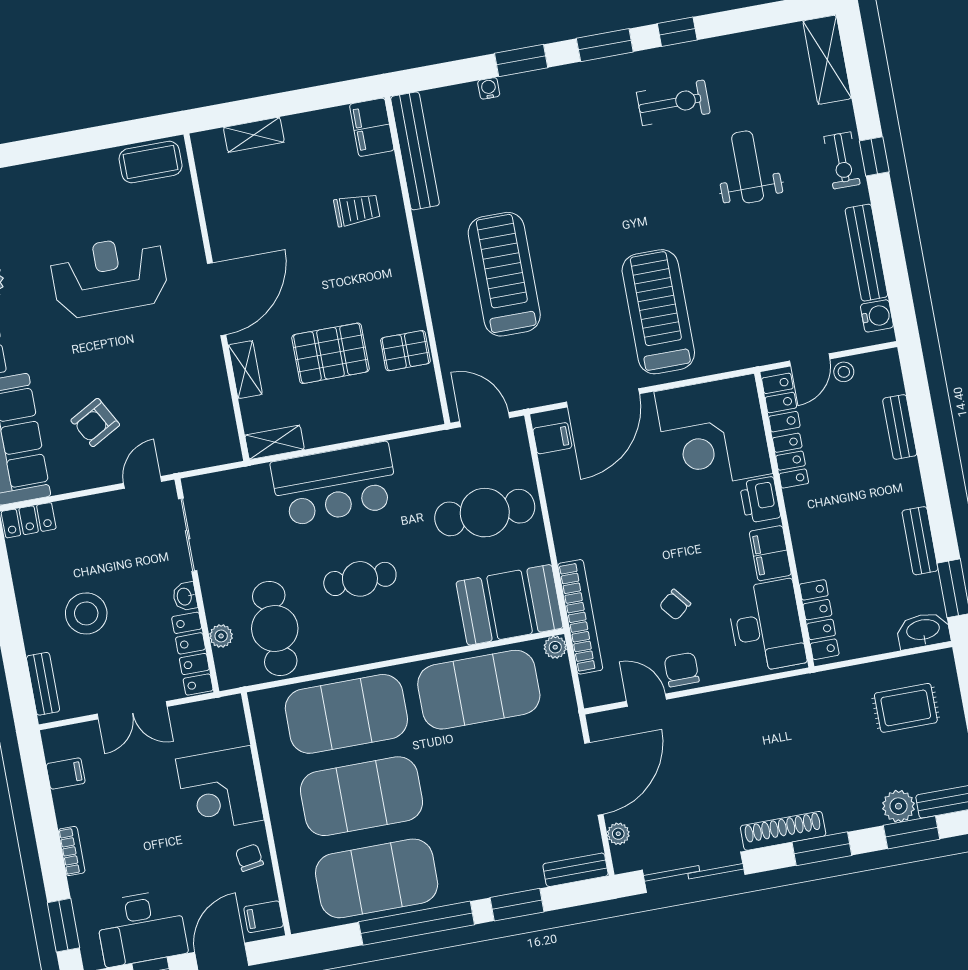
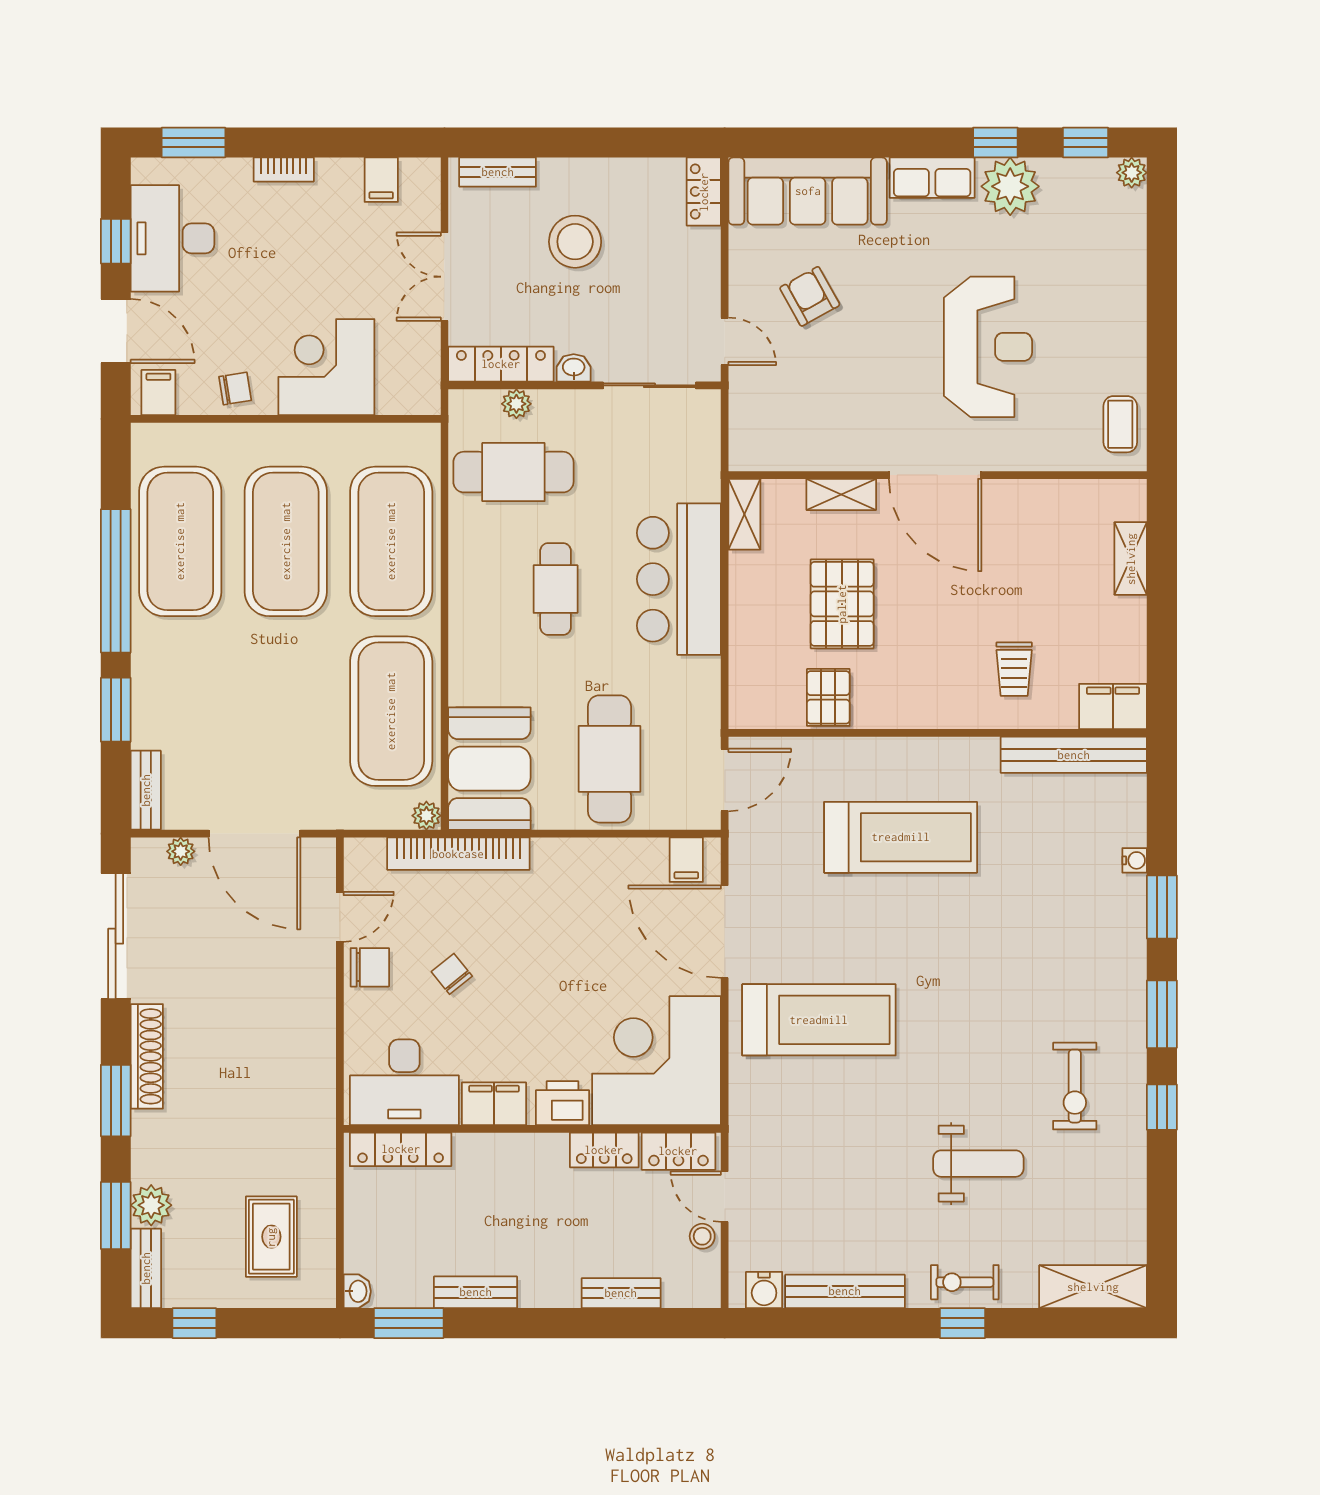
coffee table: (151, 162) -> (1120, 424), width x0.73, depth x0.77
washbasin: (923, 630) -> (357, 1291), width x0.52, depth x0.69

